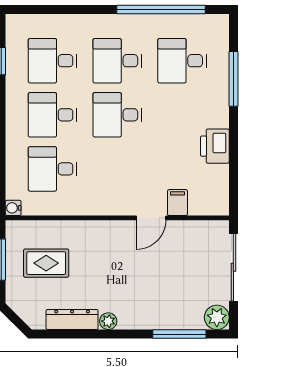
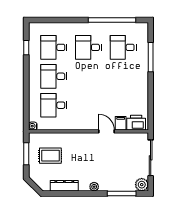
desk: (117, 115) -> (88, 76), removed
printer: (215, 146) -> (136, 123), moved, turned 90
door: (151, 218) -> (107, 131), swing flipped
plant: (108, 321) -> (94, 187), moved

